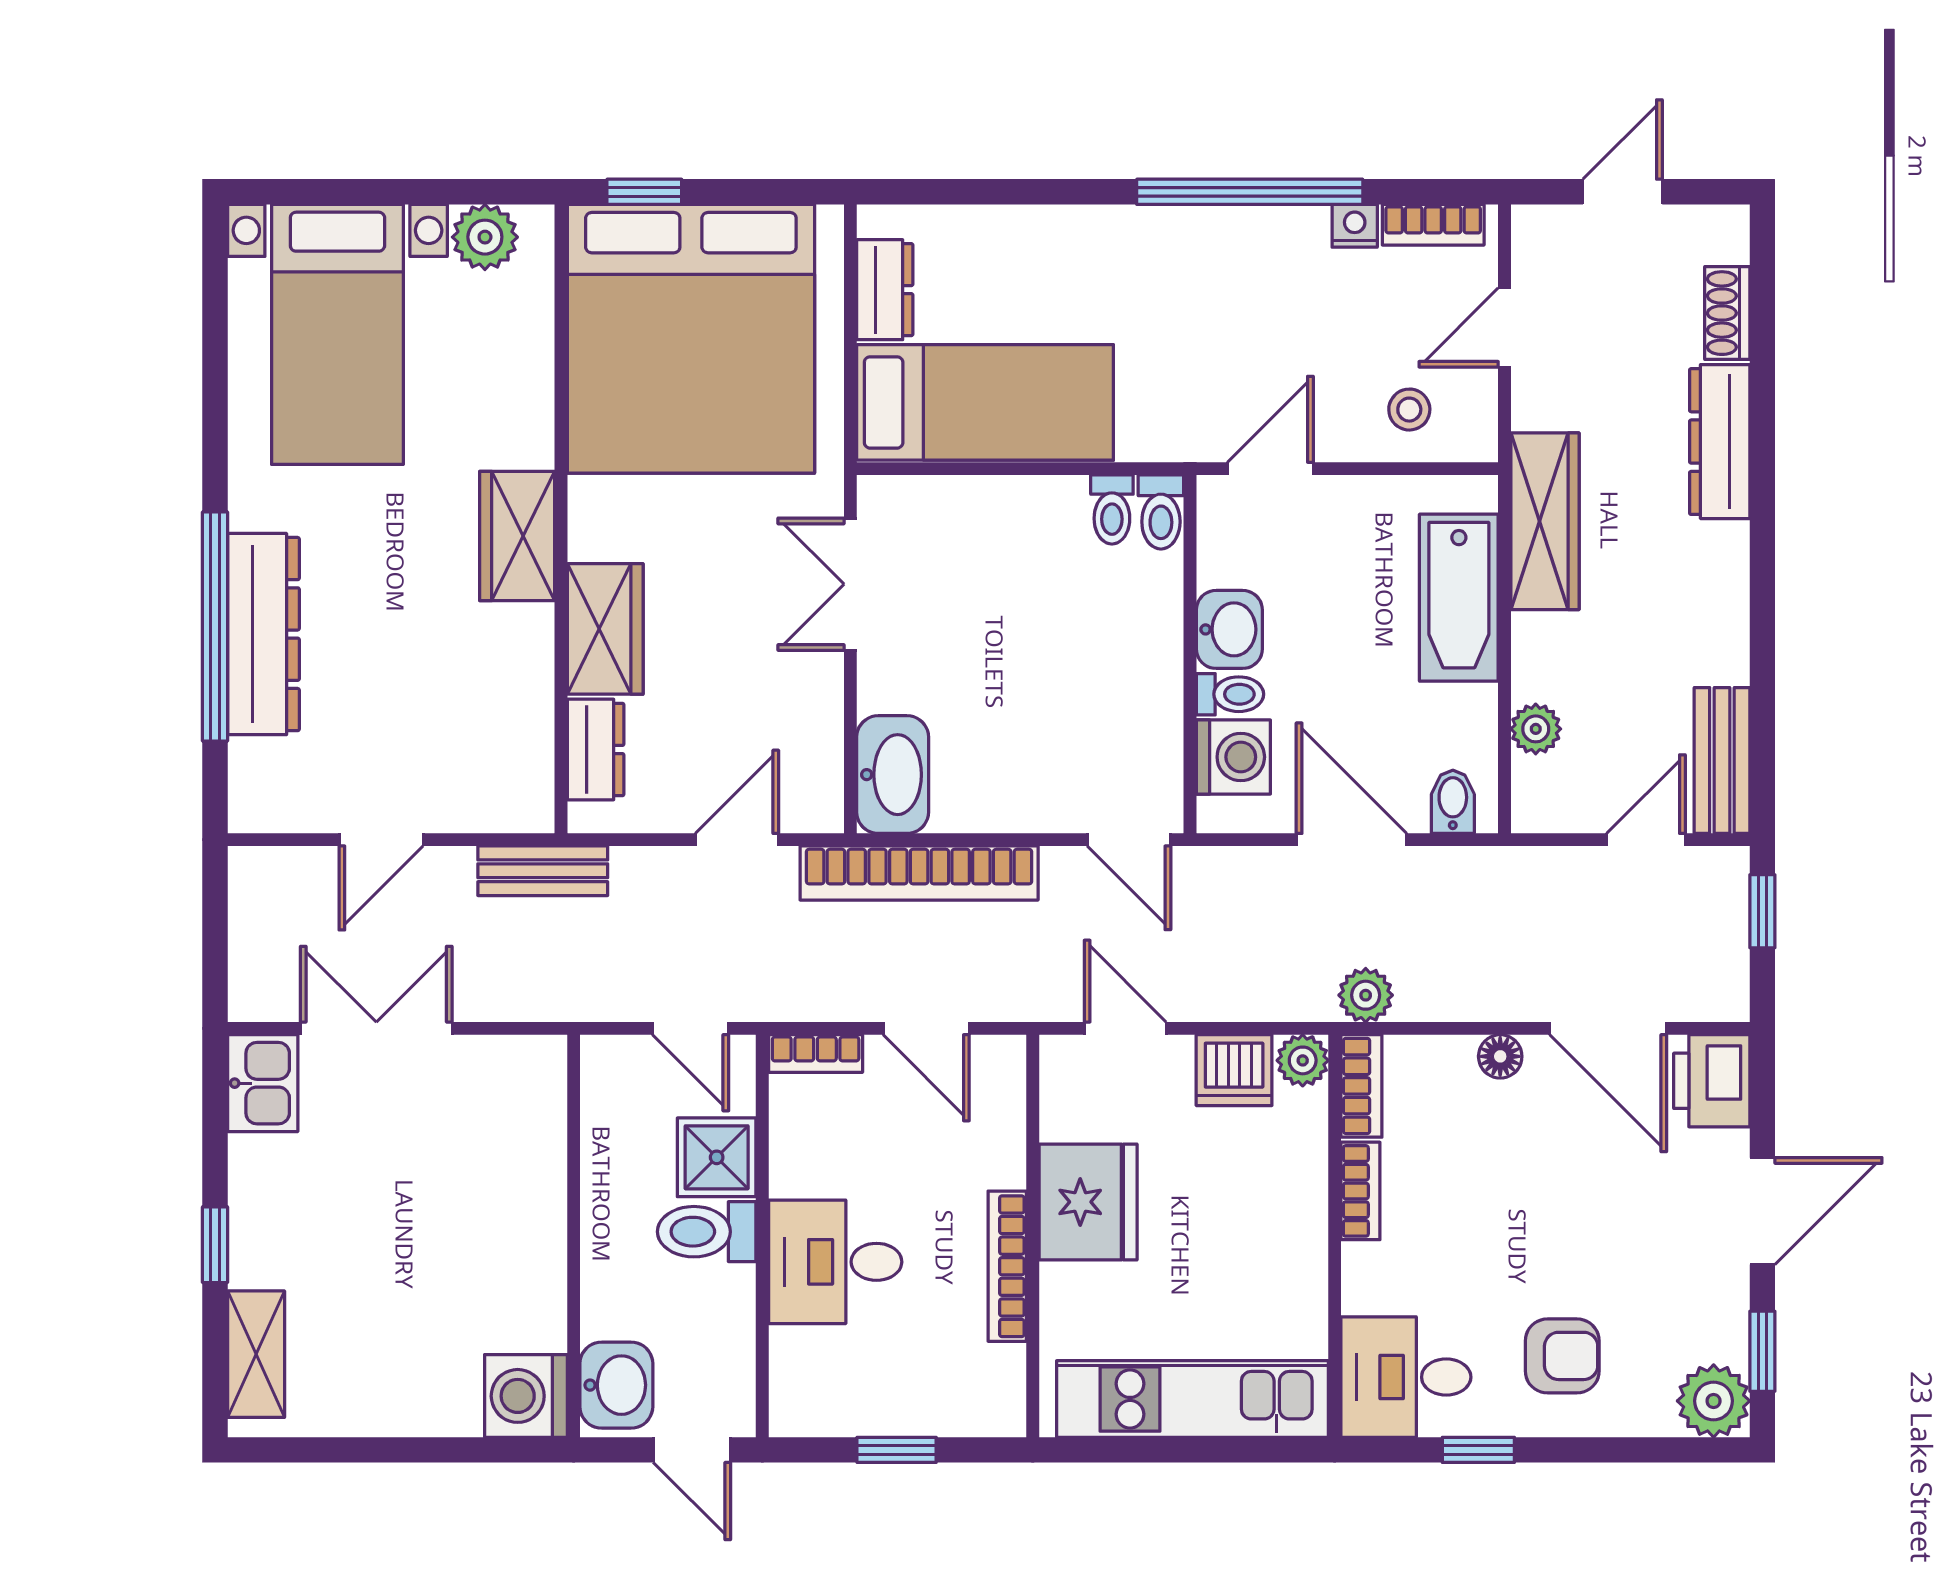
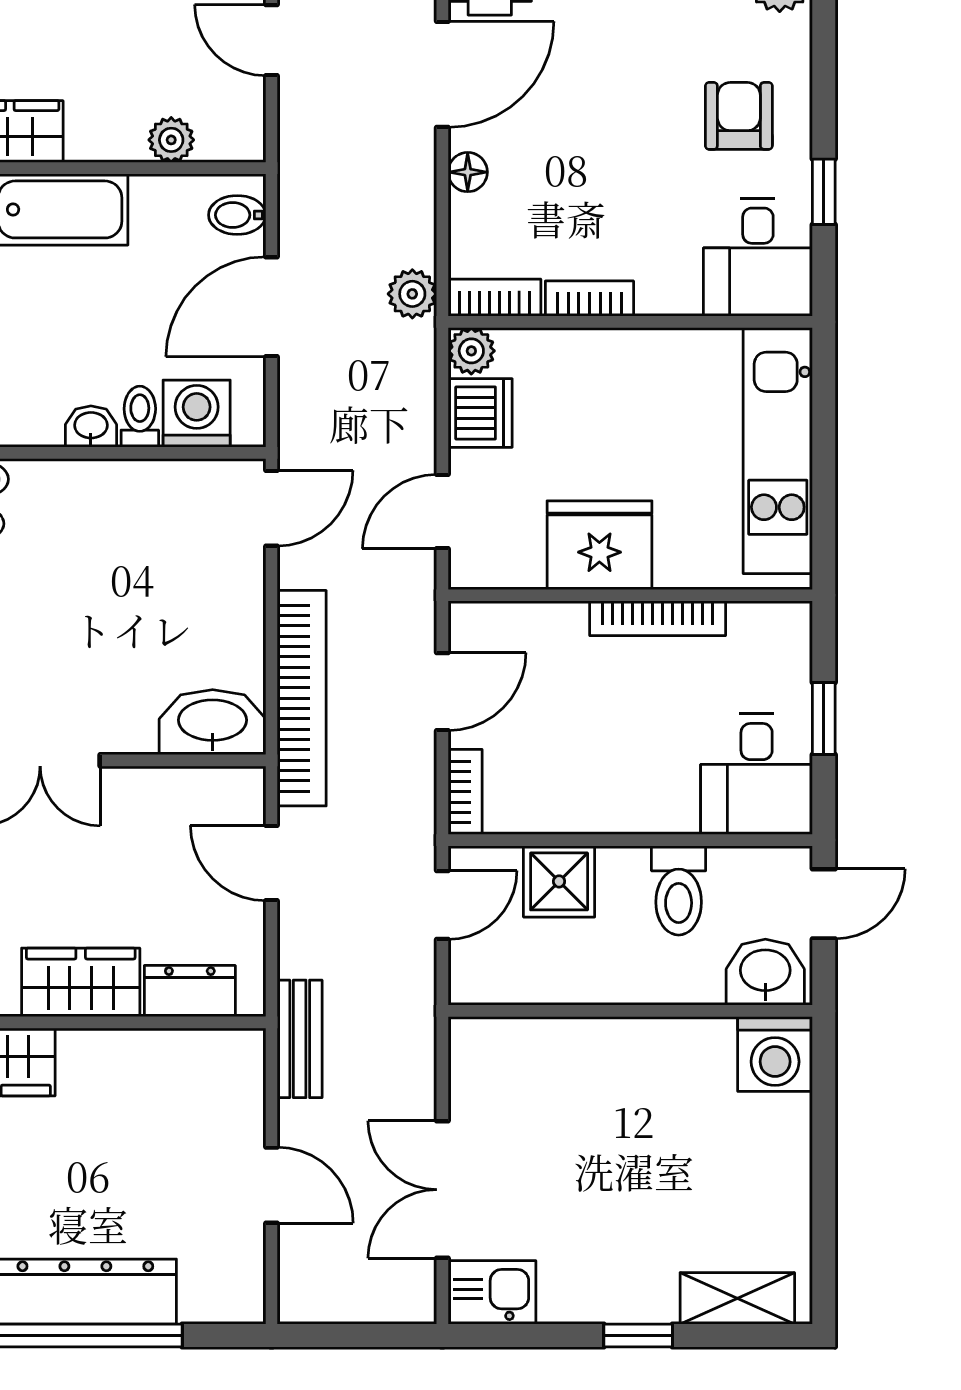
washbasin: (1229, 629) -> (91, 427), width x0.72, depth x0.69
toilet: (707, 1232) -> (679, 890), moved
desk: (835, 1262) -> (757, 774), moved

